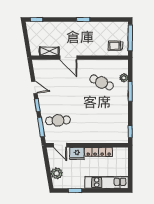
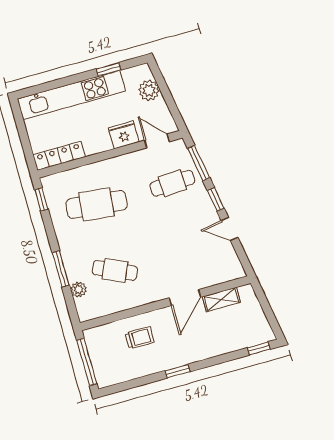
trolley: (115, 46) -> (140, 338), moved
door: (68, 58) -> (185, 298), swing flipped
cafe table: (102, 120) -> (96, 204), added
locker: (99, 152) -> (59, 156), moved
kitchen unit: (107, 182) -> (71, 95), width x1.36

